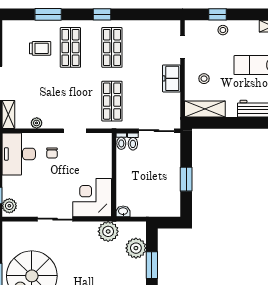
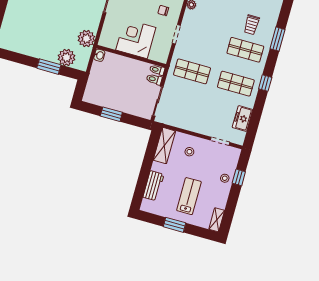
freezer: (172, 78) -> (242, 119), moved, turned -90
corner desk: (92, 198) -> (136, 39), moved, turned -90

